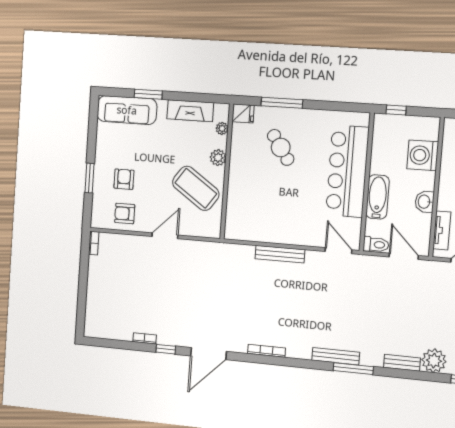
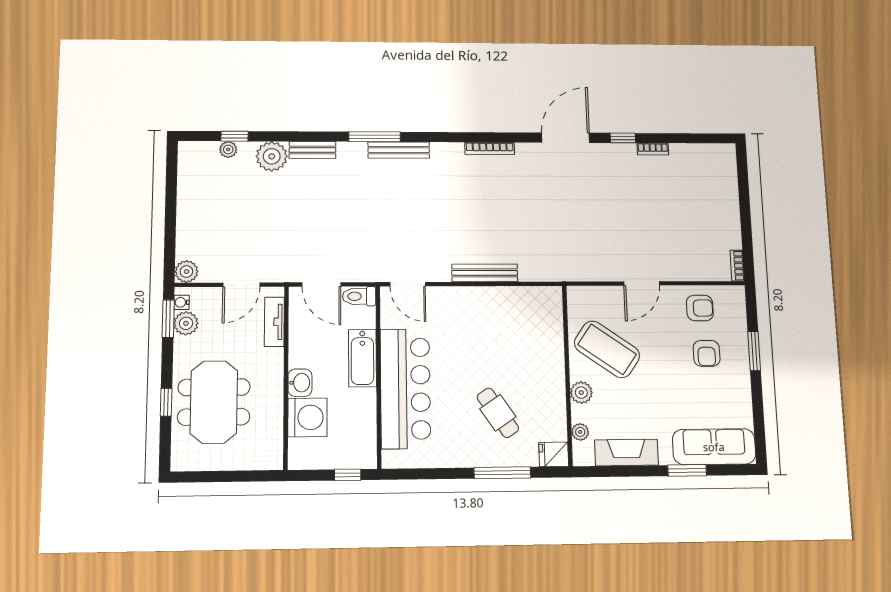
washbasin: (424, 202) -> (300, 383), moved

